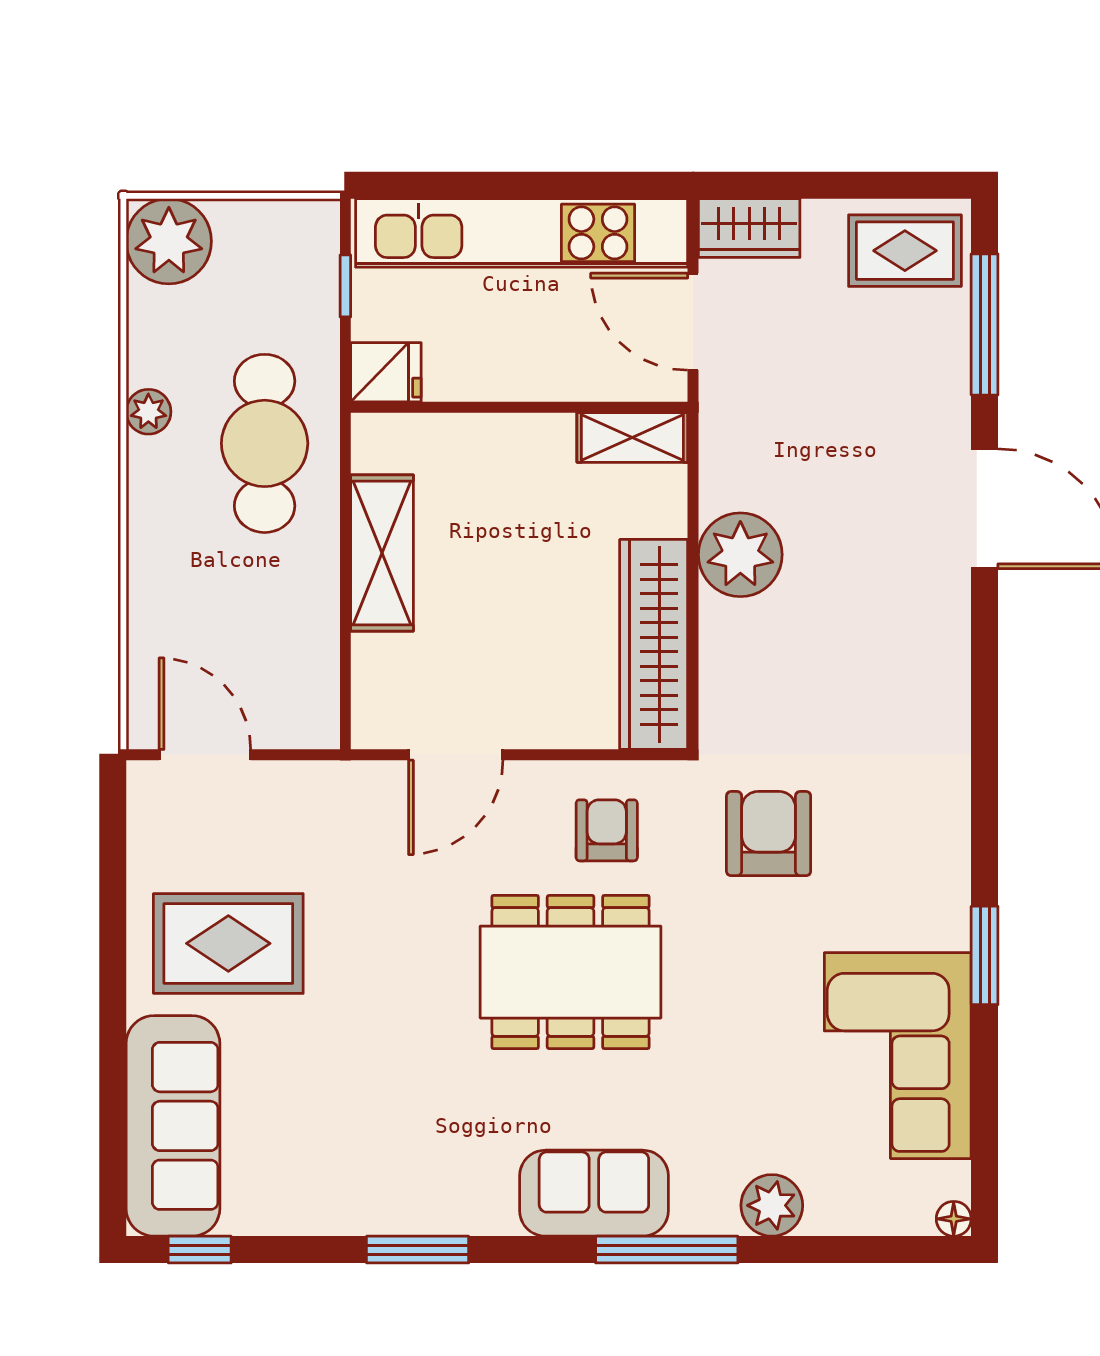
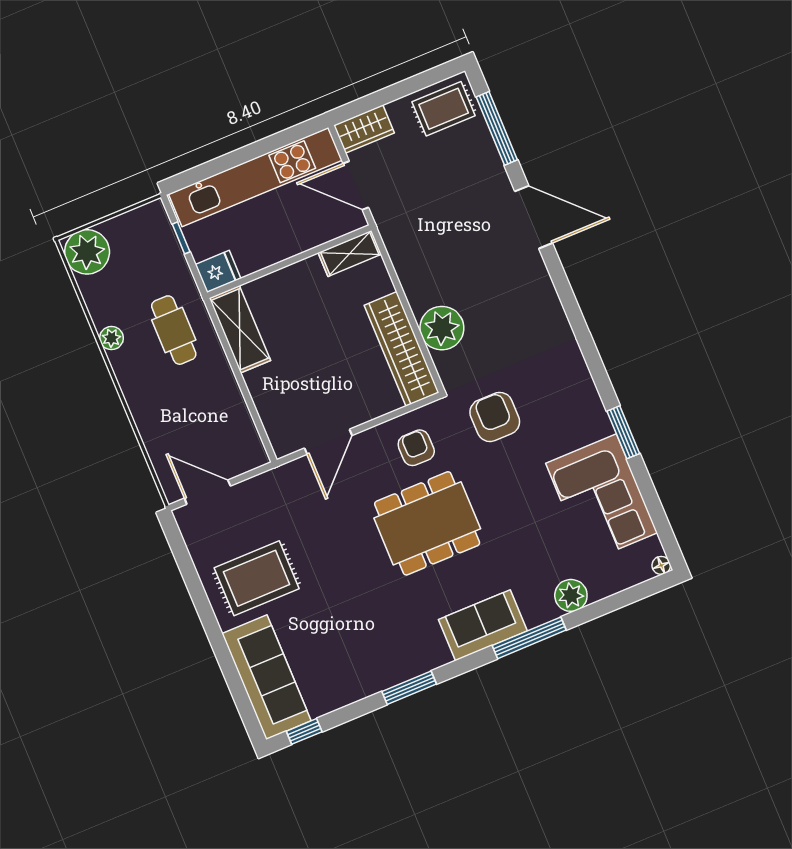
cafe table: (265, 443) -> (174, 330), width x0.73, depth x0.74
shelving: (382, 553) -> (240, 329), moved
plant: (740, 555) -> (442, 328), moved

